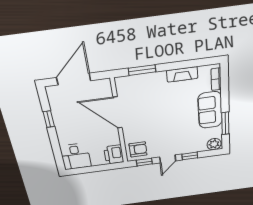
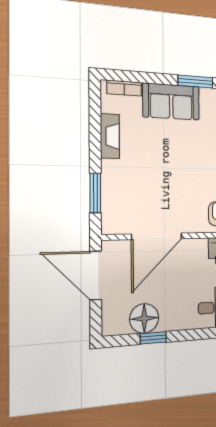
door: (74, 79) -> (96, 275), moved
floor lamp: (61, 112) -> (144, 318), added

